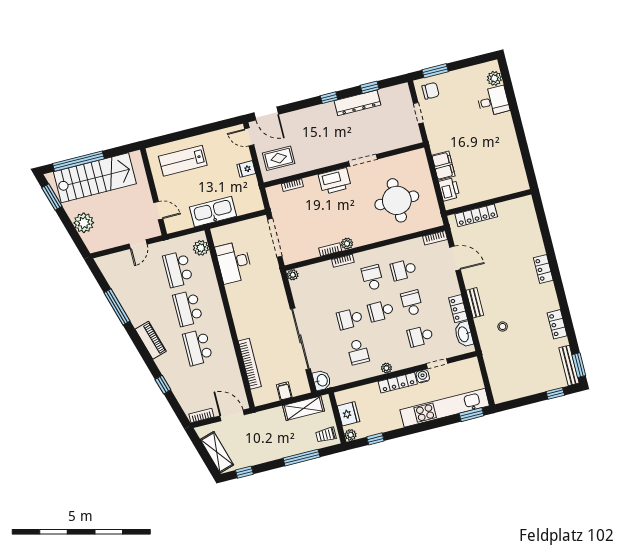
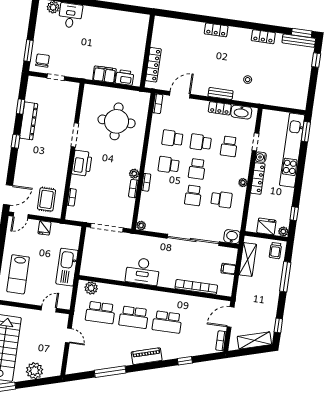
desk: (234, 262) -> (143, 271), moved
school desk: (403, 270) -> (172, 138), turned 90

